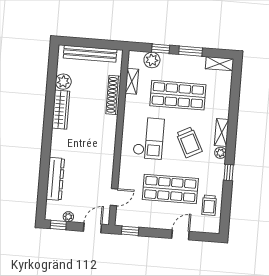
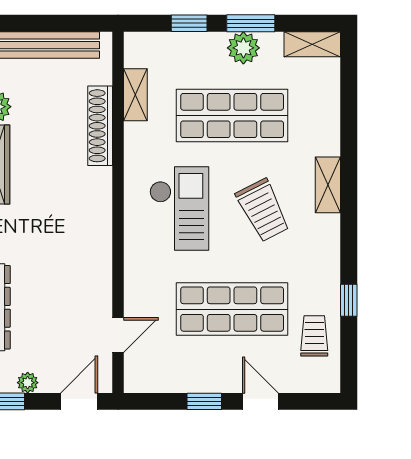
plant: (152, 60) -> (243, 48), moved
plant: (220, 153) -> (329, 227), removed
window: (229, 172) -> (349, 300), moved
trolley: (209, 205) -> (314, 336), turned 180
window: (130, 231) -> (204, 401), moved
door: (180, 235) -> (260, 401), hinge flipped

